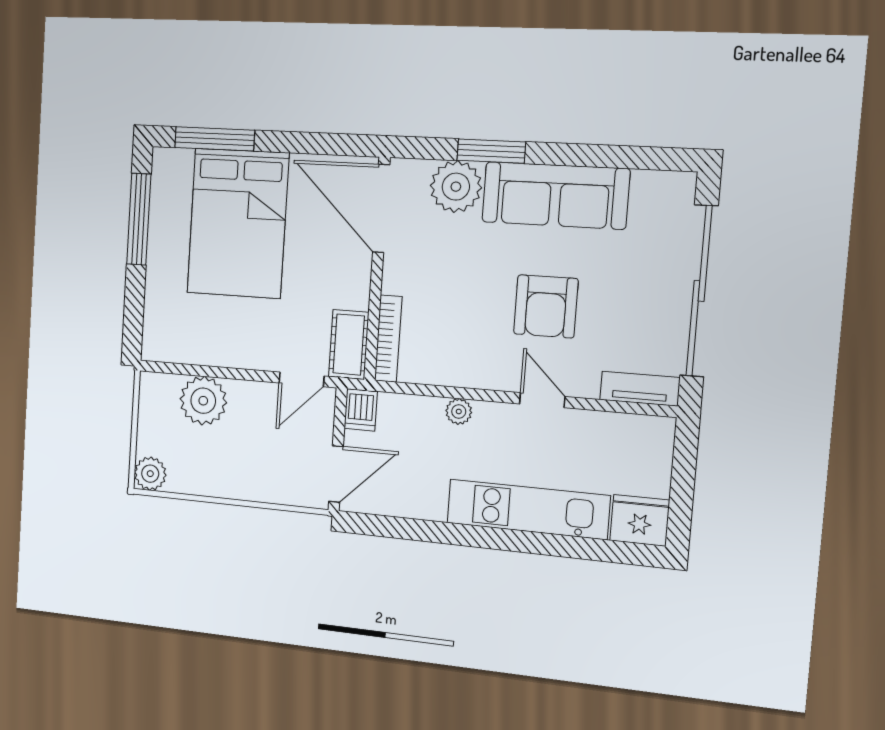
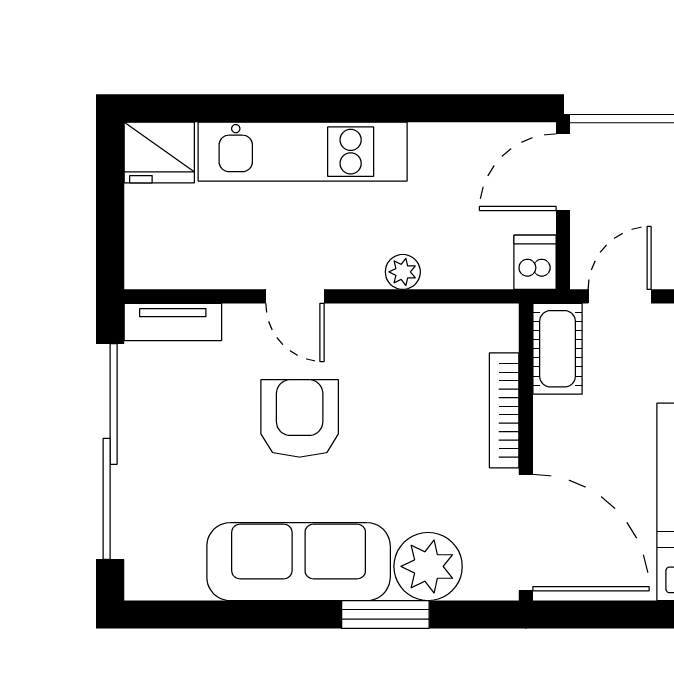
bookcase: (388, 339) -> (504, 410), moved

